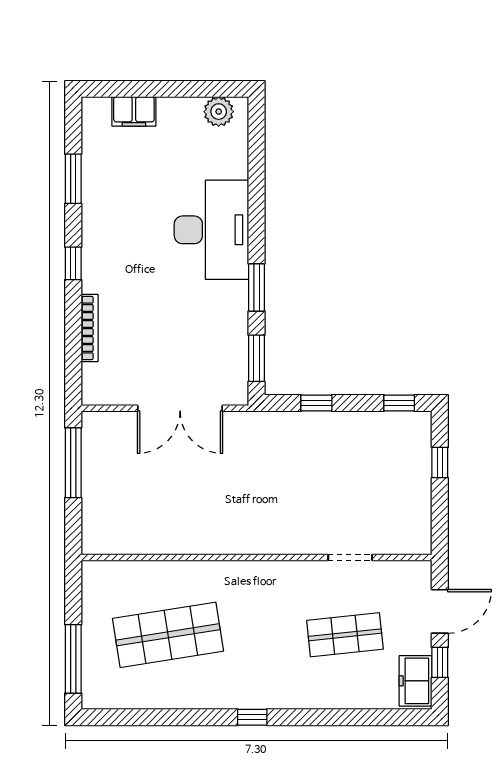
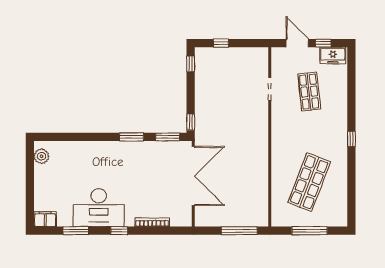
filing cabinet: (134, 111) -> (45, 219), moved, turned -90
desk: (211, 230) -> (99, 208), moved, turned 180
window: (316, 403) -> (191, 122), moved
double door: (180, 408) -> (193, 176), width x1.36
window: (73, 463) -> (239, 231), moved
shop shelf: (168, 635) -> (309, 182), turned 30
window: (73, 659) -> (310, 231), moved

